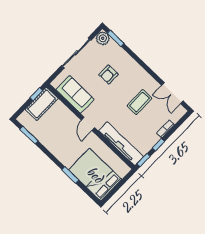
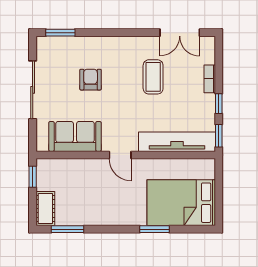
plant: (103, 38) -> (46, 46), removed
armchair: (109, 75) -> (91, 80), turned 180
cot: (42, 104) -> (45, 209), moved, width x0.73, depth x0.75

